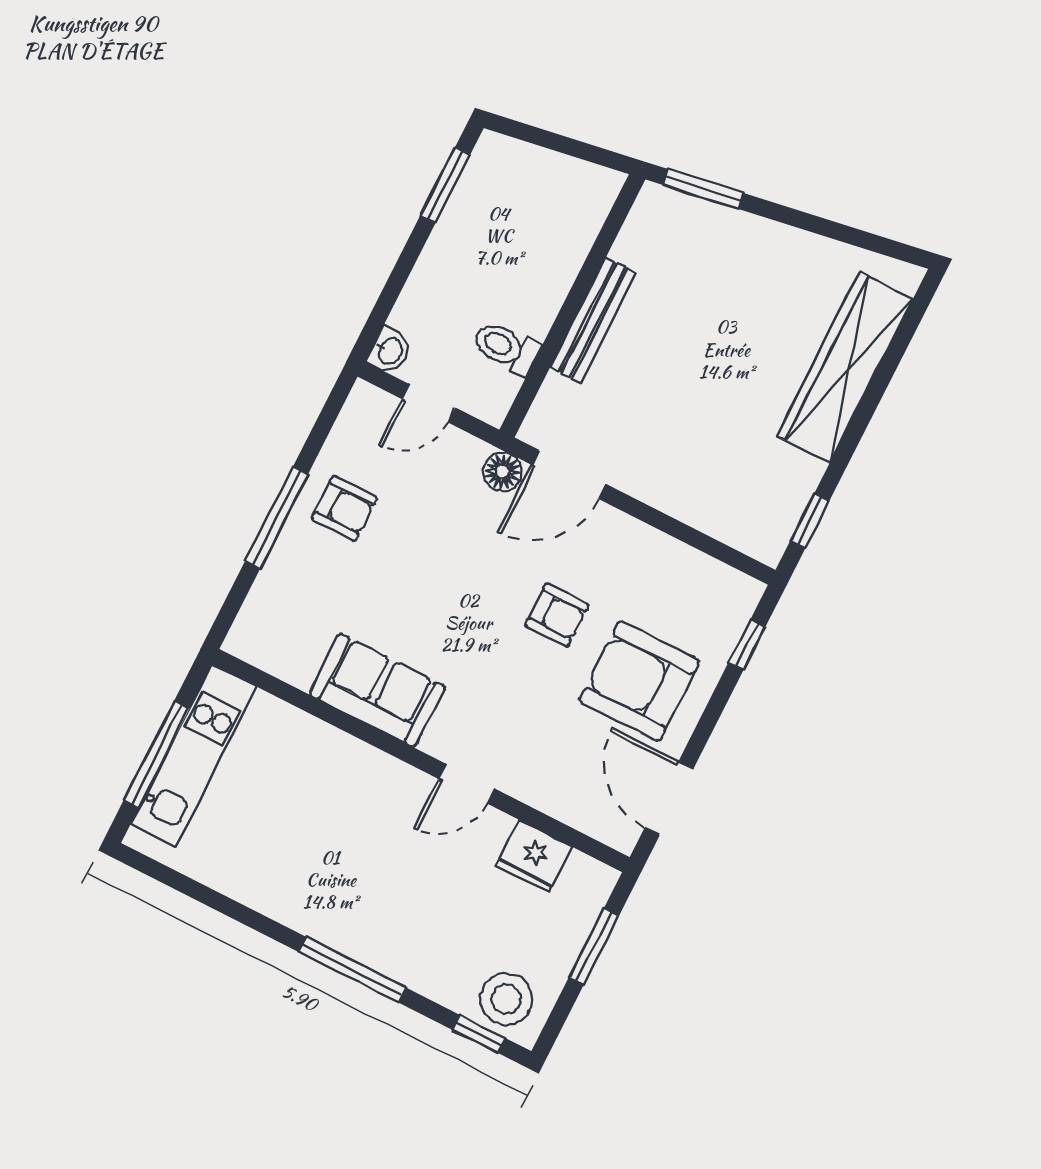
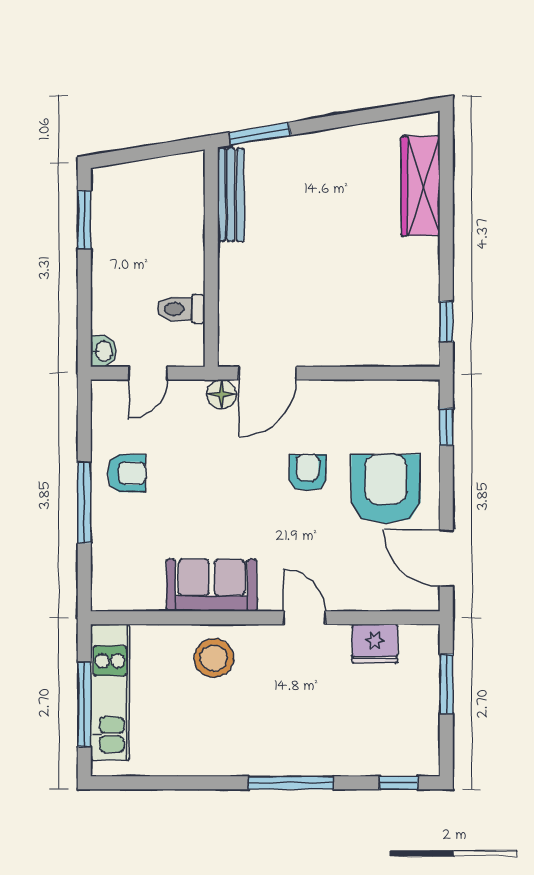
bench: (593, 320) -> (231, 195), moved
wardrobe: (845, 367) -> (421, 186), width x0.71, depth x0.85
armchair: (557, 615) -> (308, 472), turned -90
armchair: (639, 681) -> (386, 489), turned 90
door: (467, 784) -> (304, 618), swing flipped
stool: (506, 999) -> (214, 658), moved

